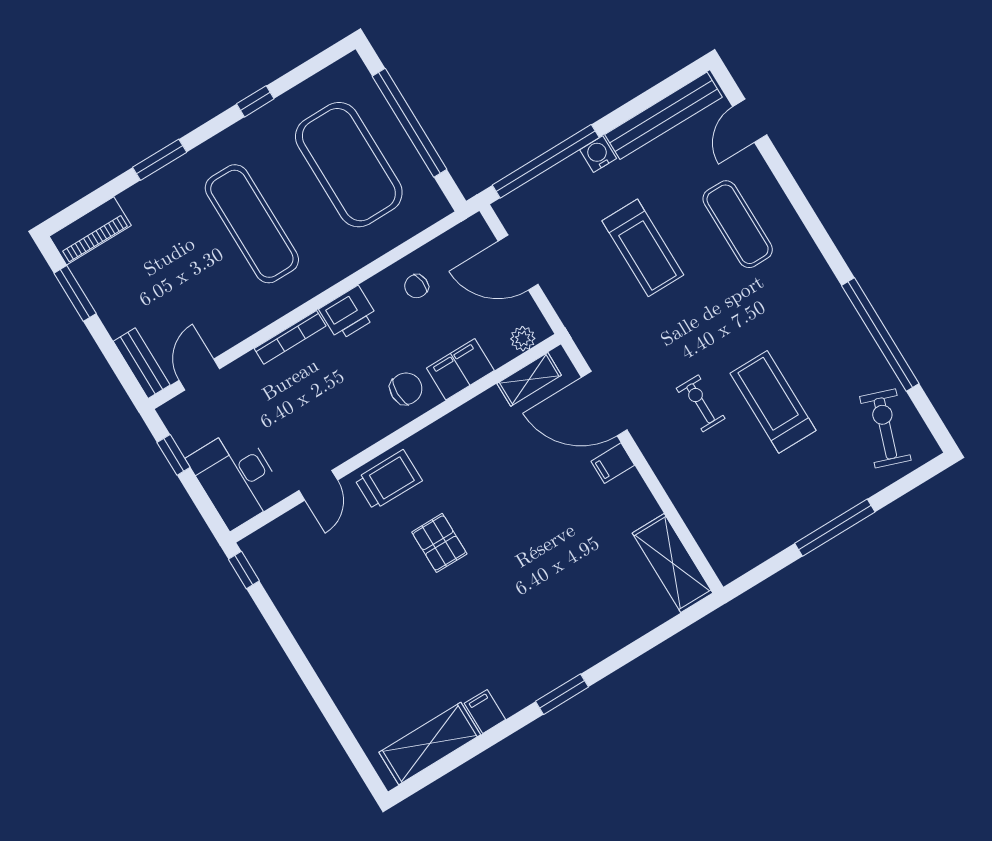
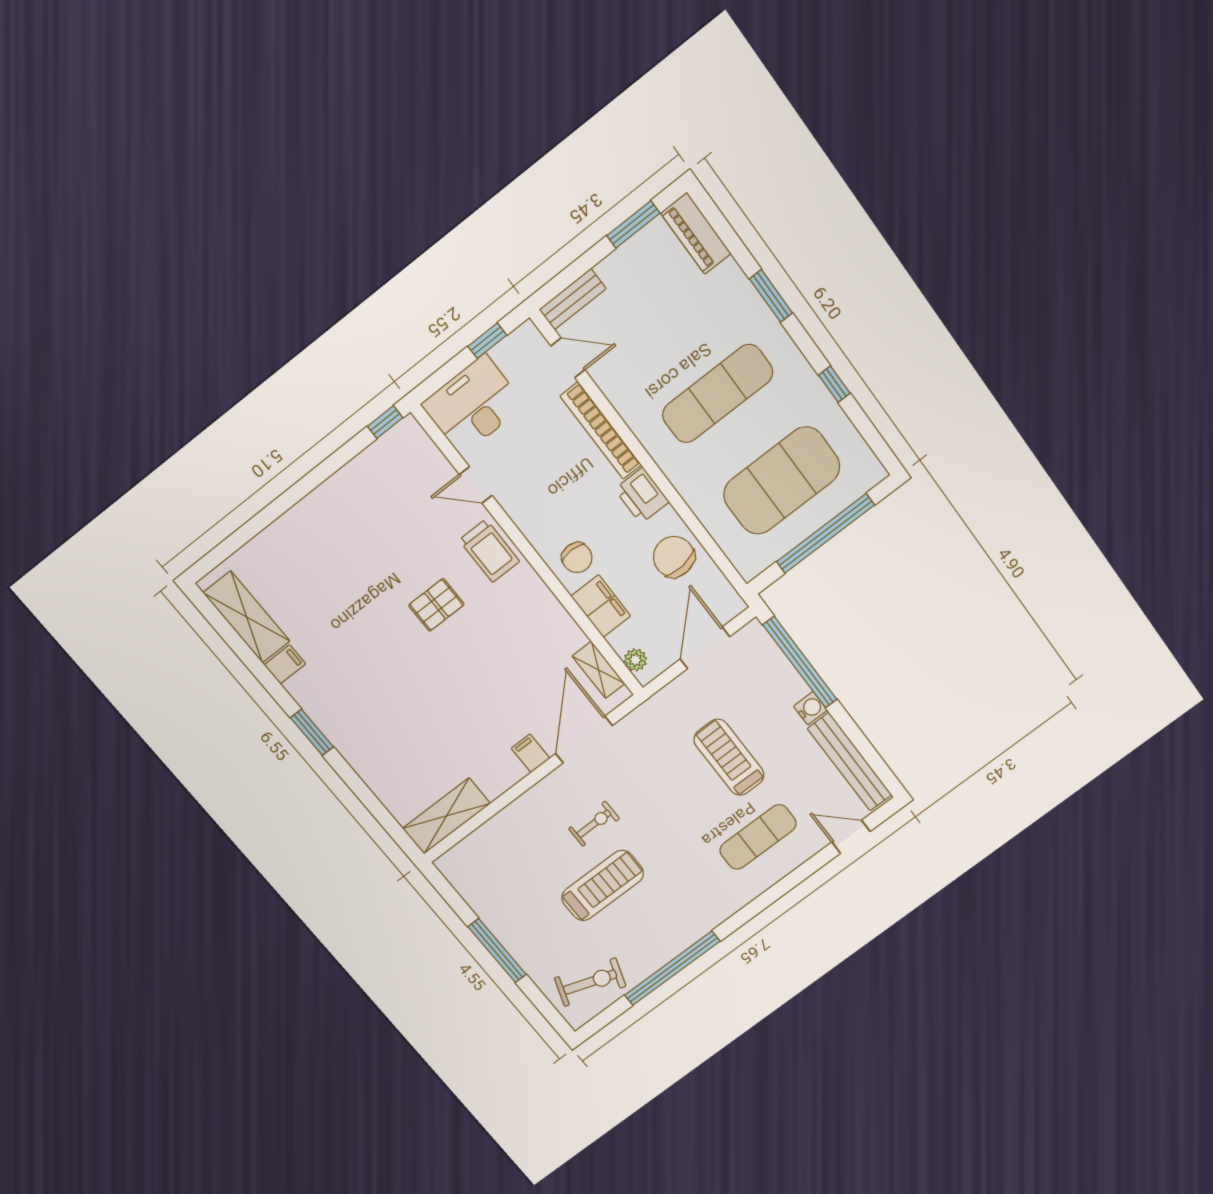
treadmill: (643, 248) -> (729, 757), turned 90
chair: (416, 286) -> (674, 557), width x1.87, depth x1.87
bookcase: (290, 337) -> (601, 431), width x1.48, depth x1.31

